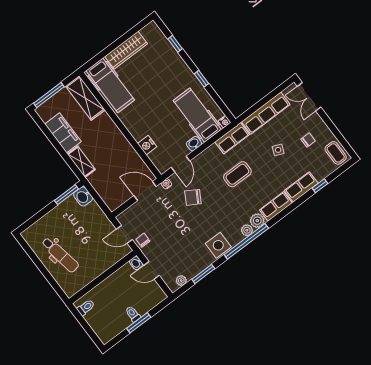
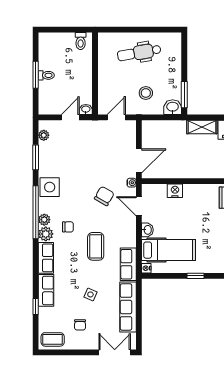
stool: (88, 226) -> (146, 93), added
chair: (143, 240) -> (68, 227), moved

